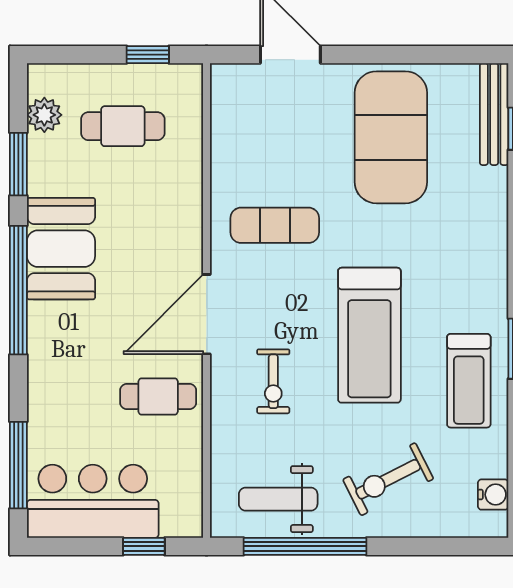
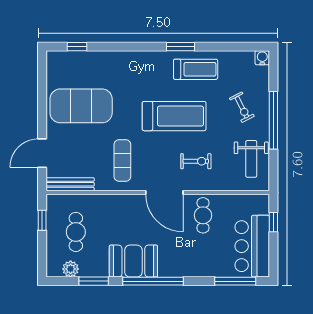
bench: (494, 114) -> (70, 184), moved
exercise bike: (388, 479) -> (242, 107), width x0.73, depth x0.72
water cooler: (493, 495) -> (262, 58), moved
window: (305, 546) -> (273, 120), moved

